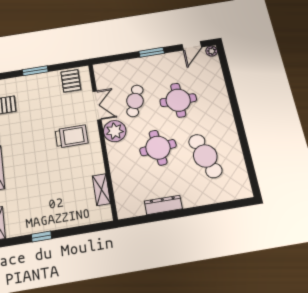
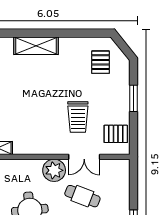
trolley: (72, 136) -> (78, 117), moved

